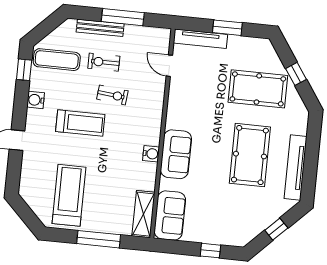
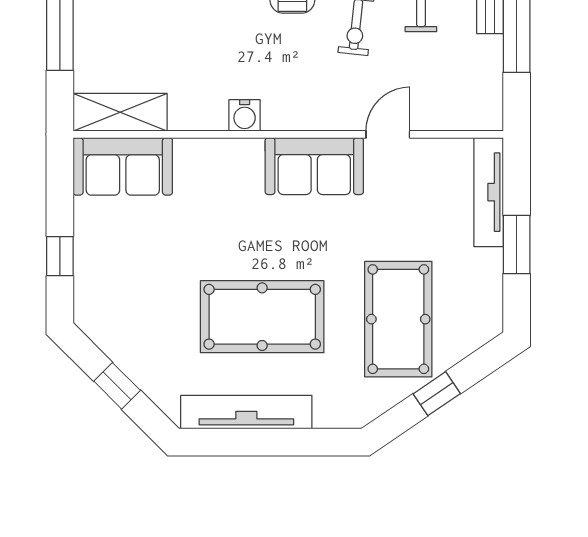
door: (169, 66) -> (388, 134), moved
sofa: (176, 154) -> (314, 166), moved

